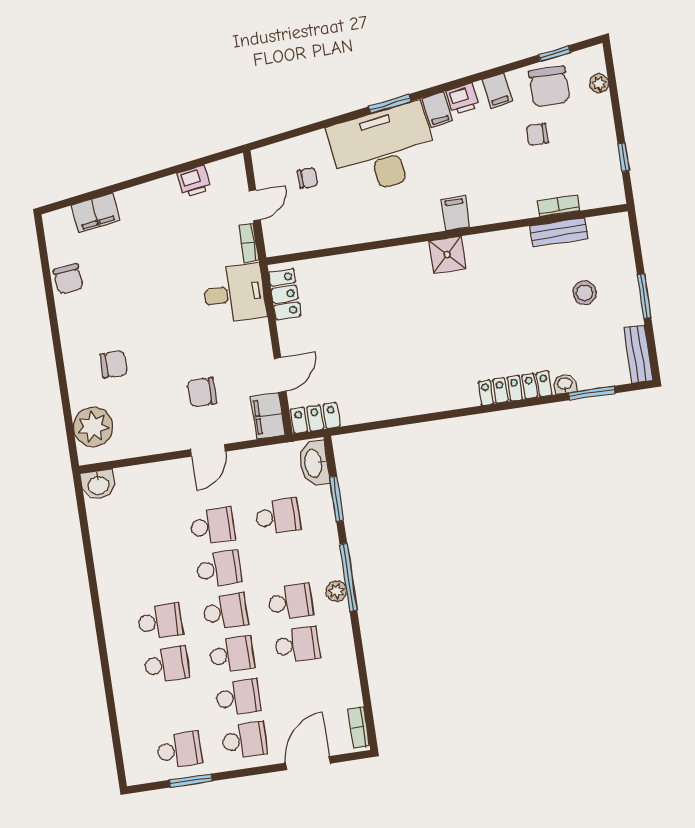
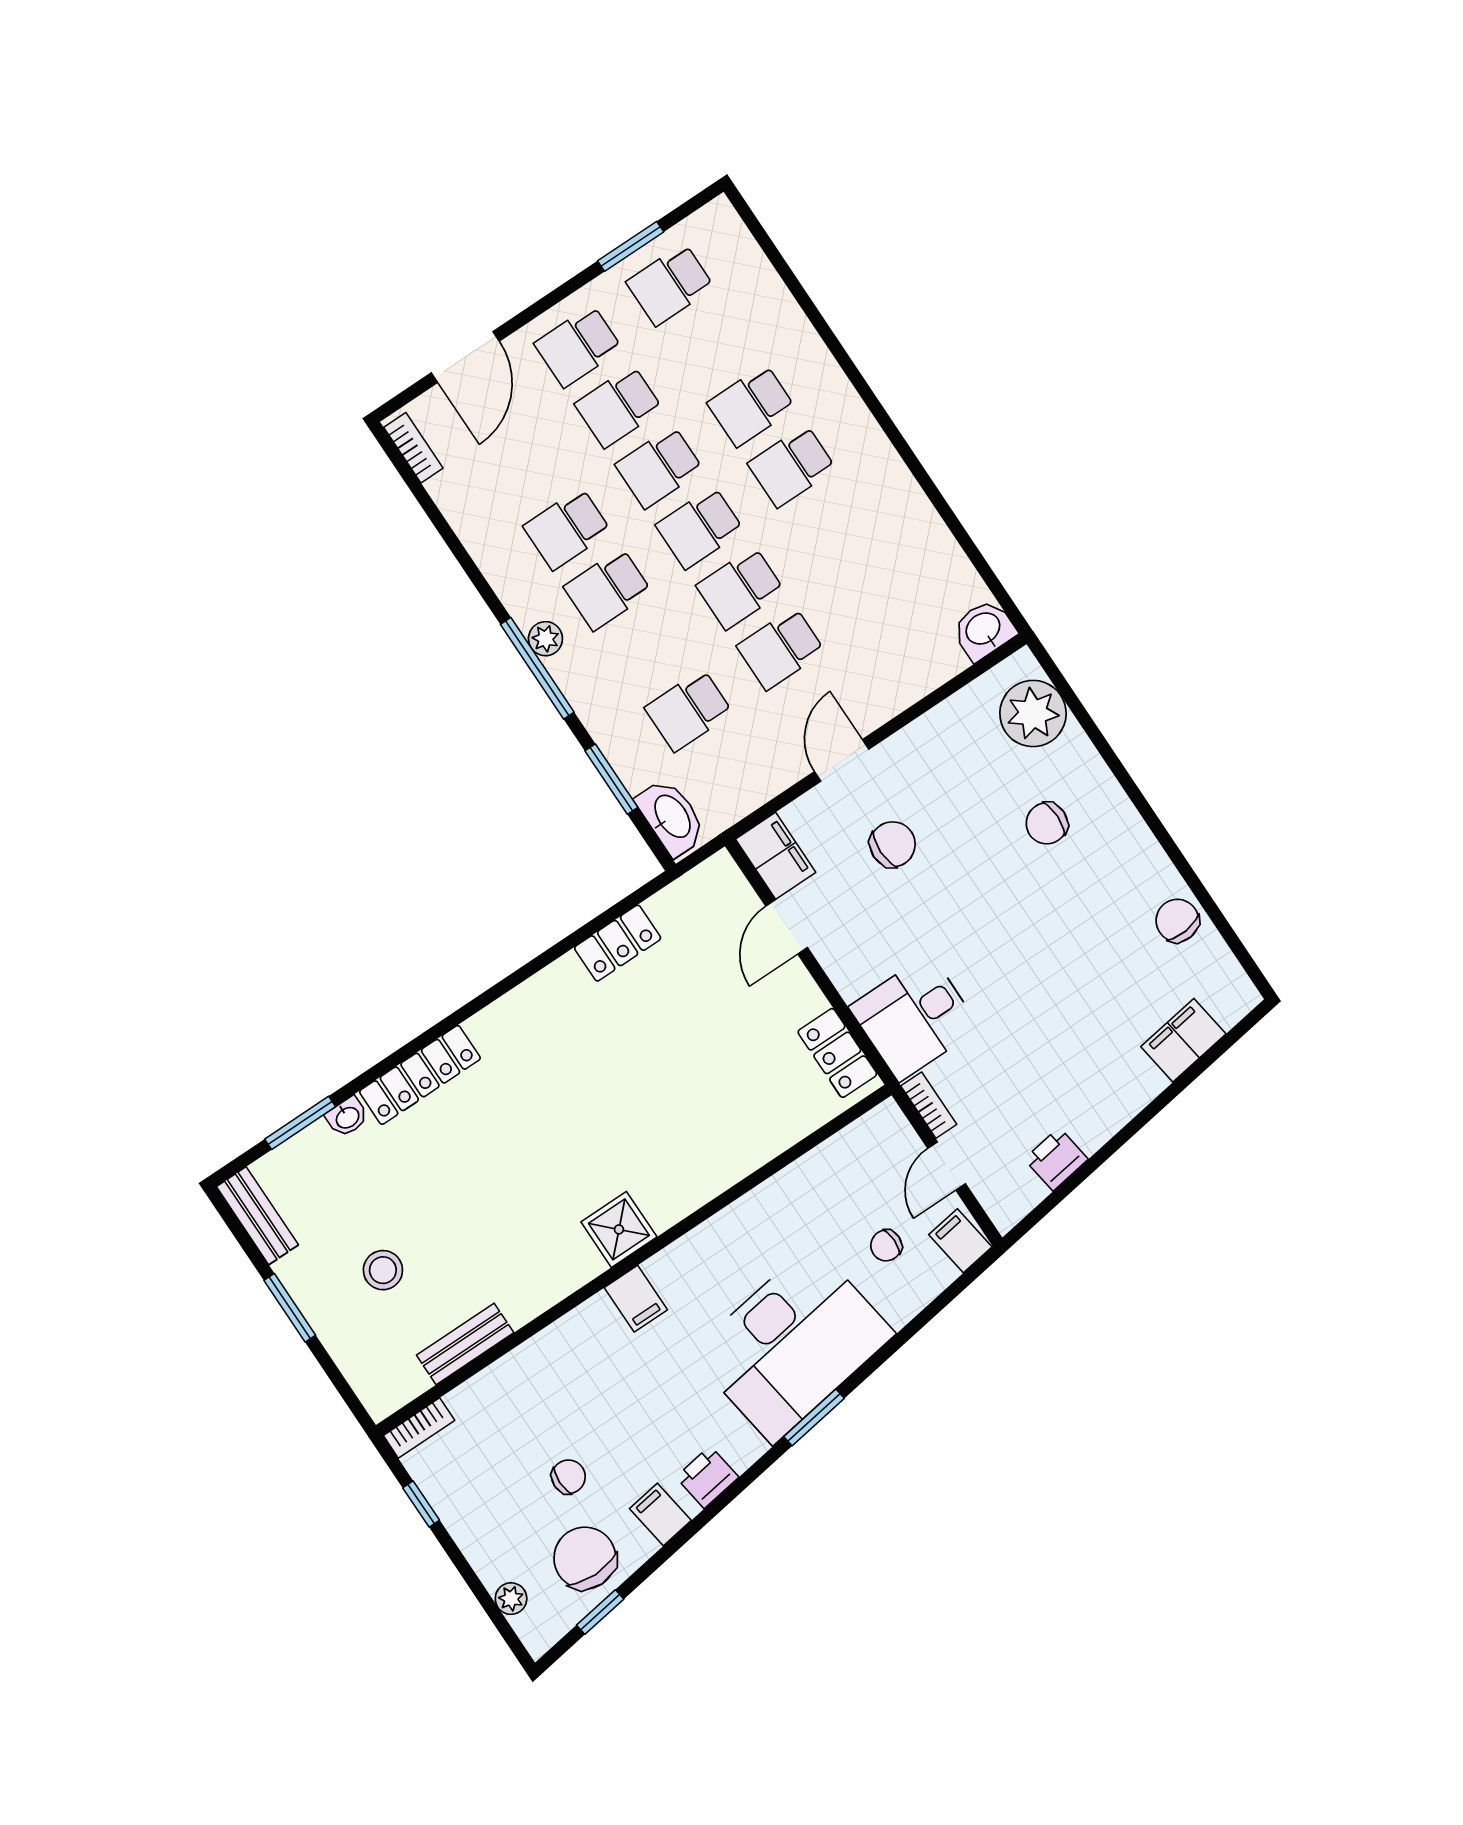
filing cabinet: (437, 109) -> (960, 1241), moved
bookcase: (558, 206) -> (419, 1428), moved
locker: (315, 418) -> (618, 943), moved

